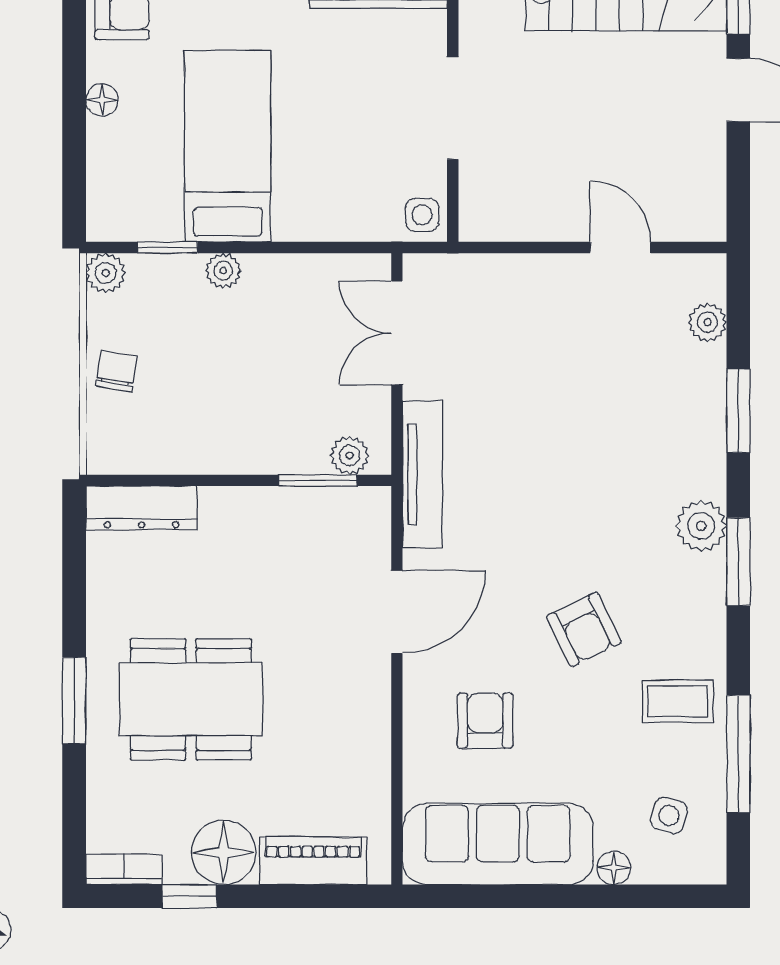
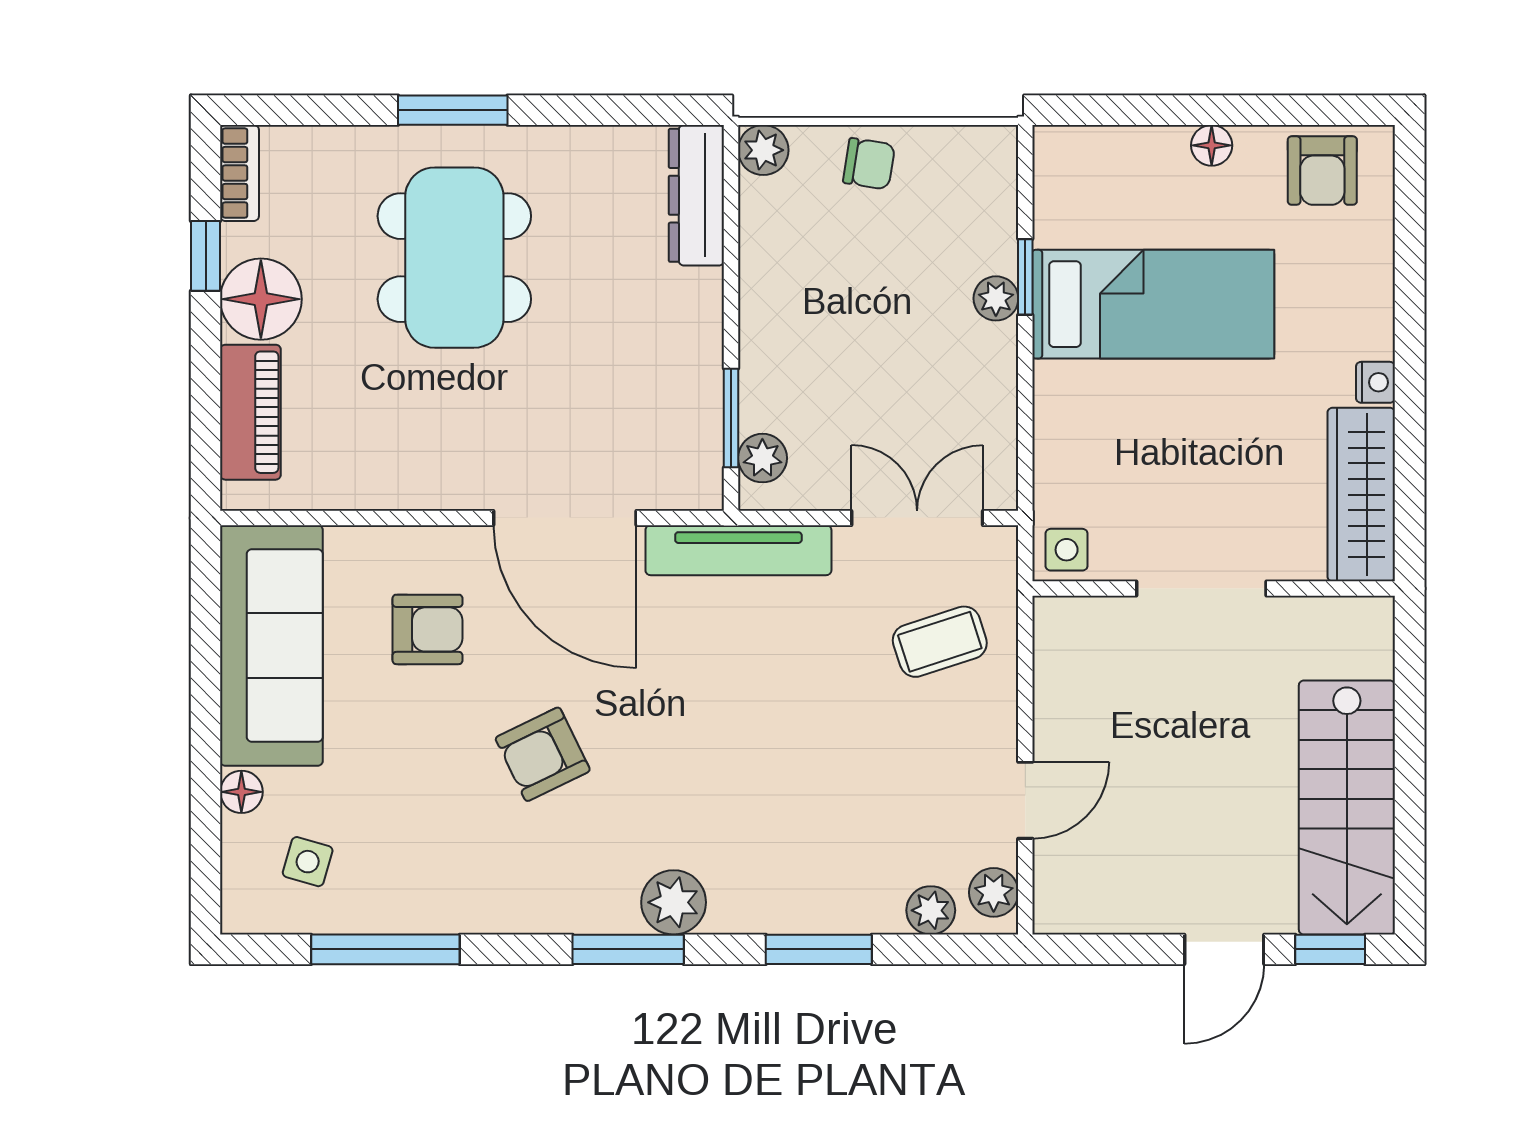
window: (167, 247) -> (1025, 277), moved
plant: (693, 272) -> (994, 892), added
plant: (106, 273) -> (763, 150), moved
door: (397, 612) -> (565, 518), width x1.36
coffee table: (678, 701) -> (940, 642), moved, turned 72

